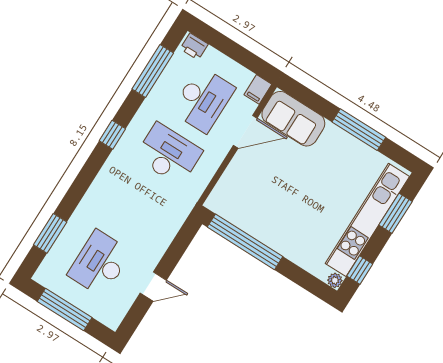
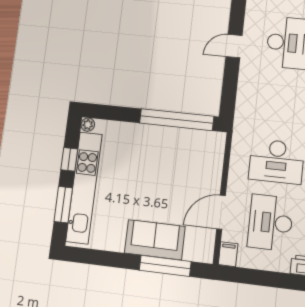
sofa: (293, 119) -> (155, 240), moved
window: (359, 130) -> (165, 266), moved
window: (360, 270) -> (69, 159), moved

